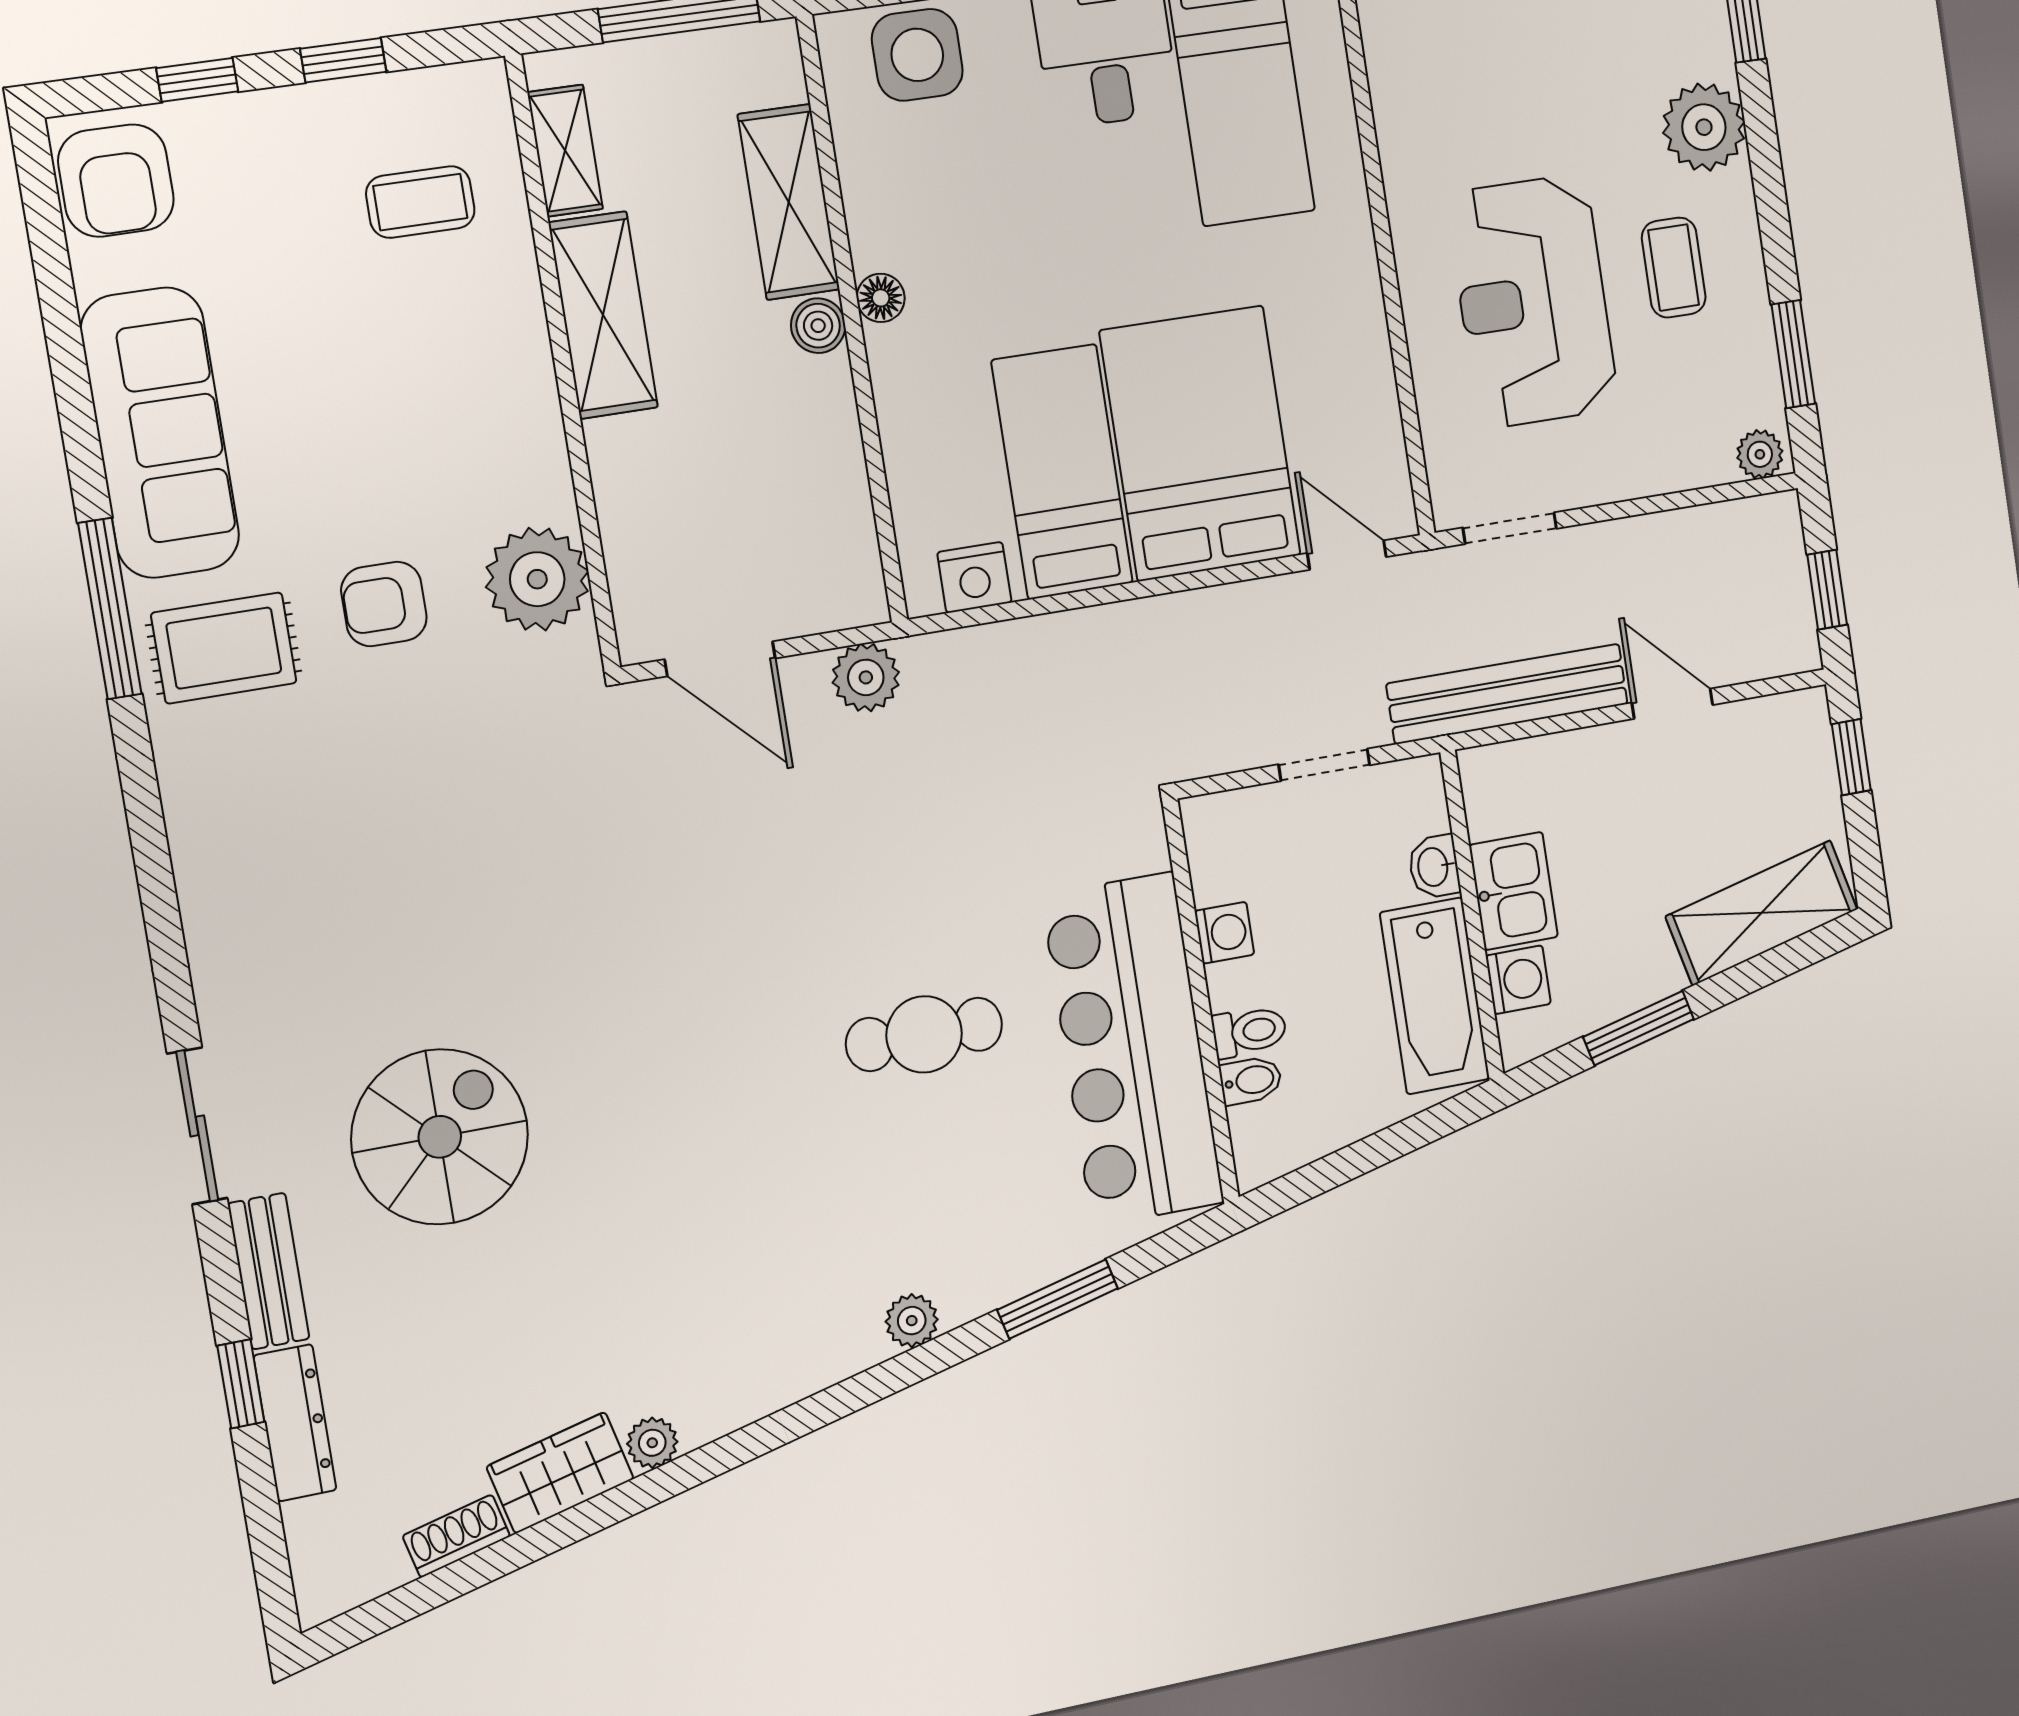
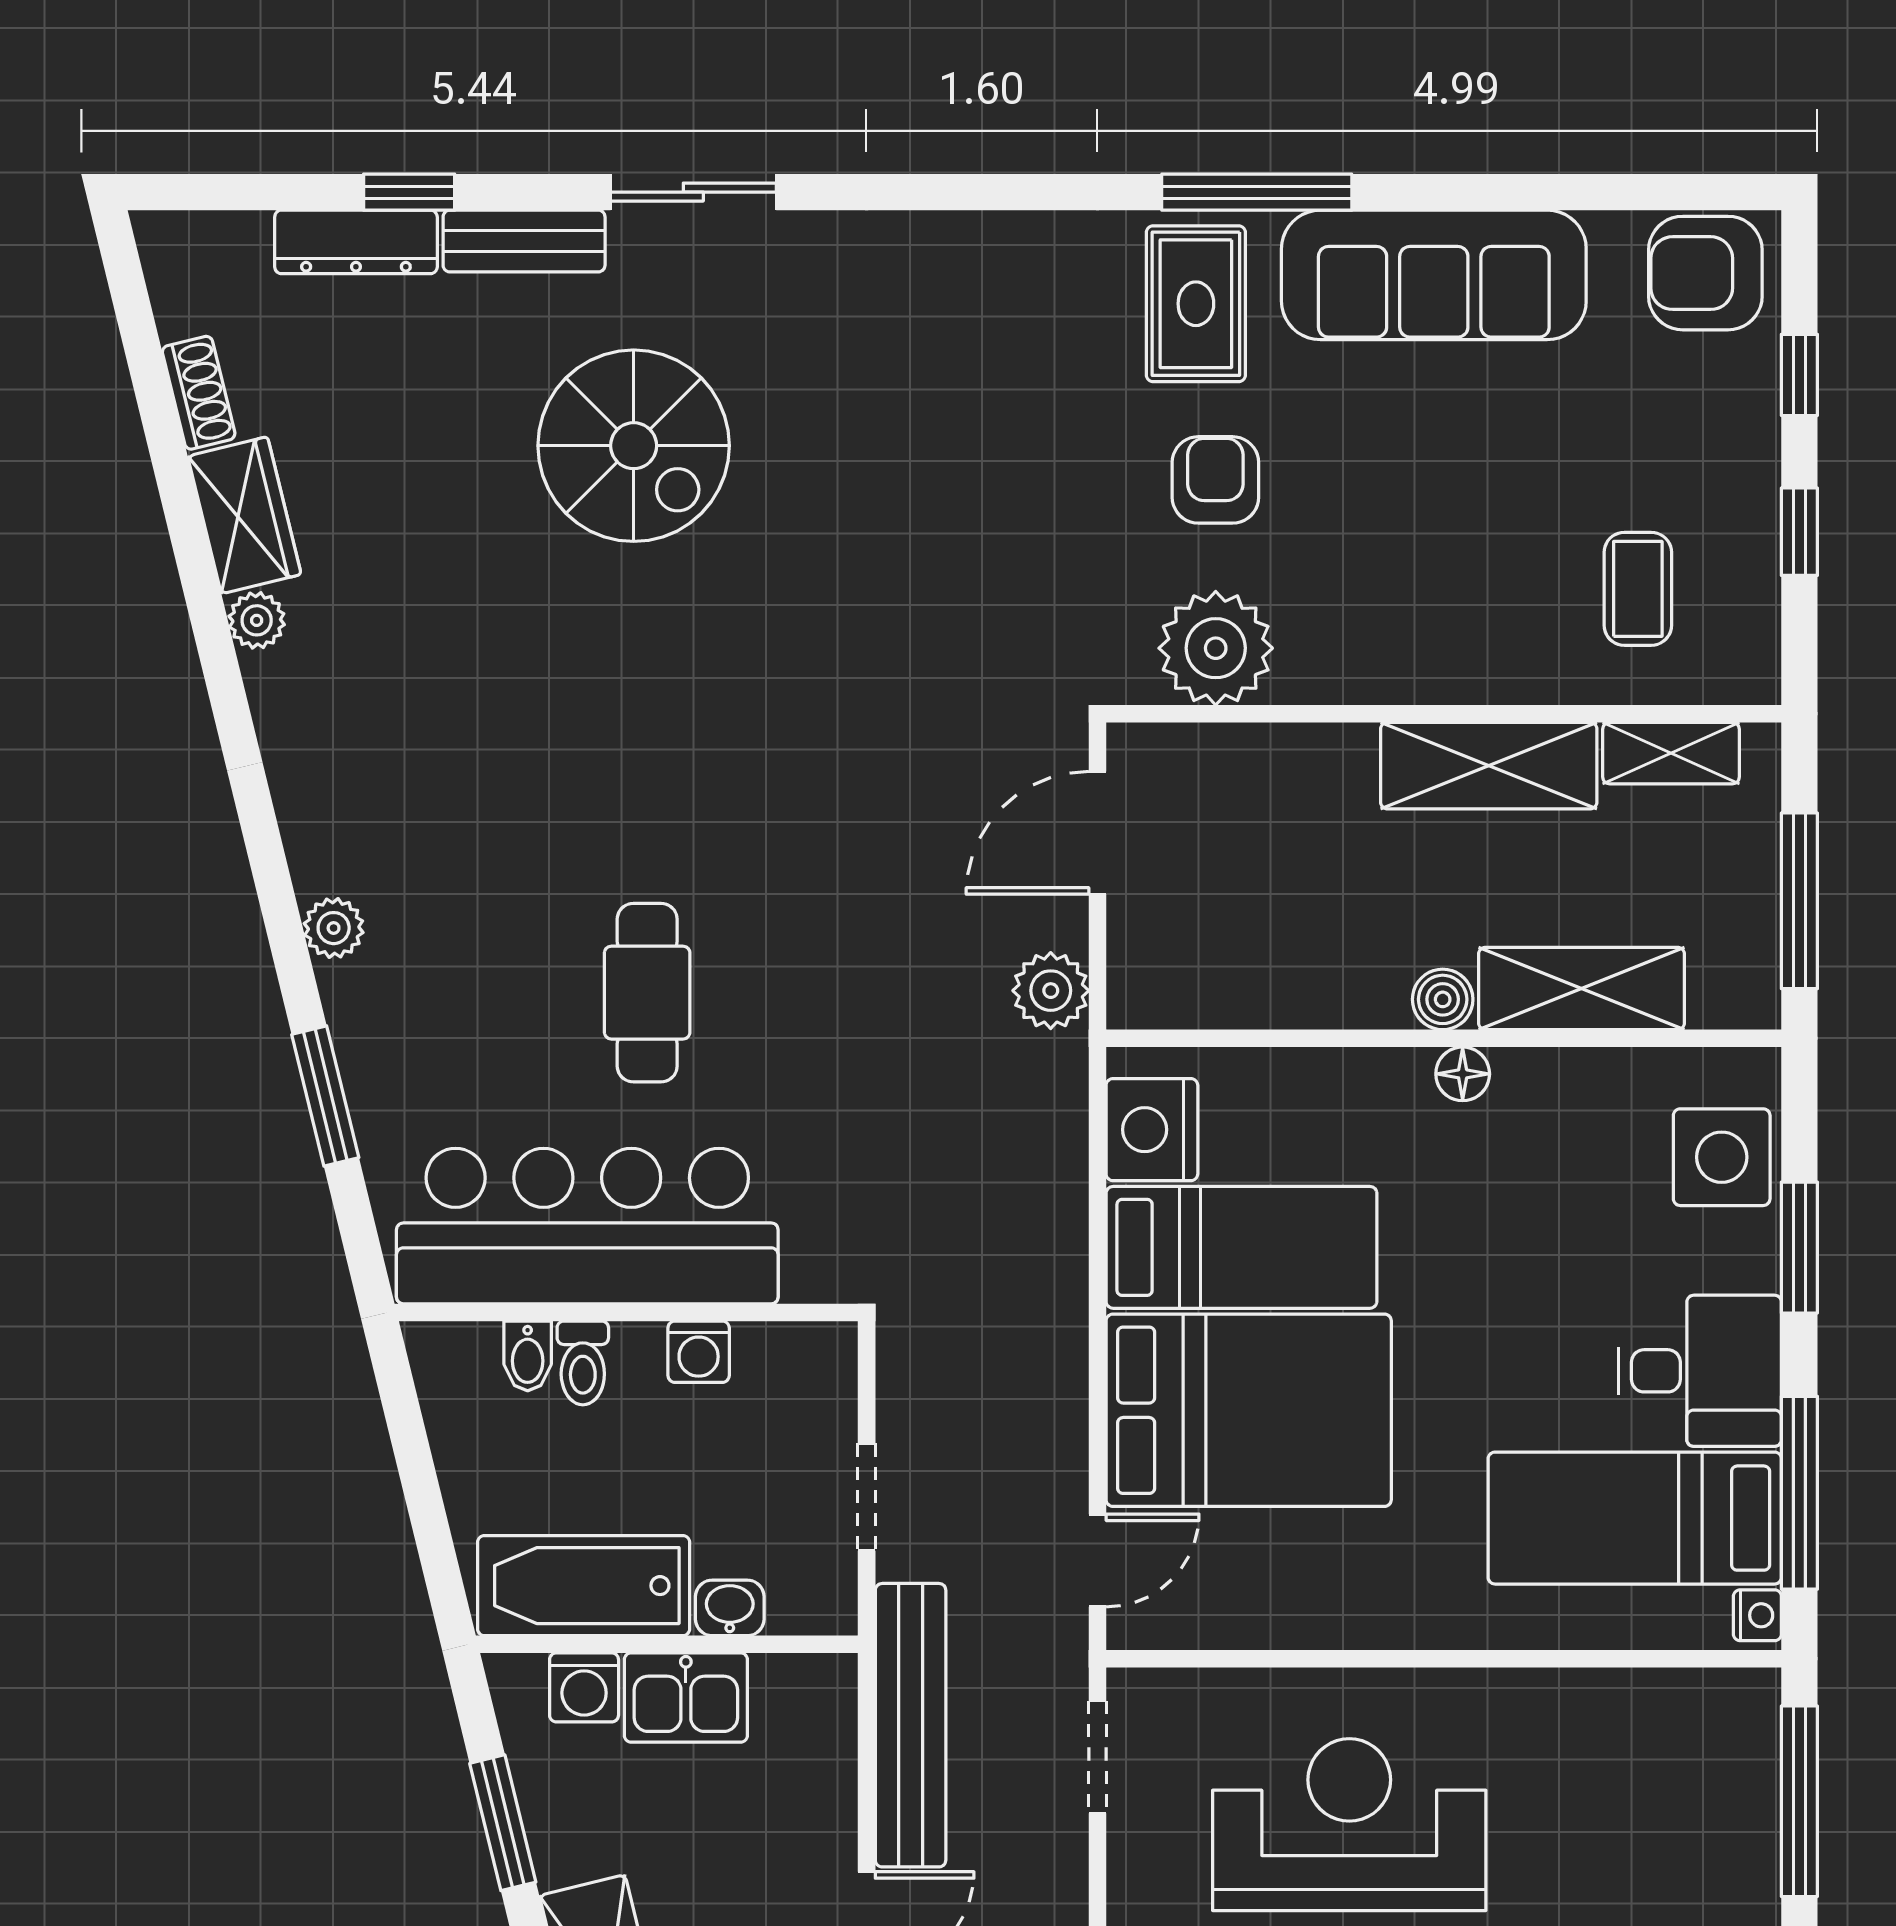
nightstand: (974, 577) -> (1152, 1130), width x1.36, depth x1.33

